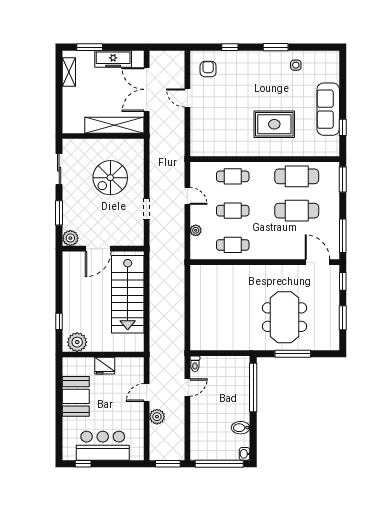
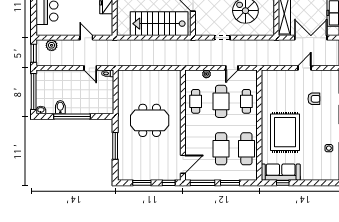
armchair: (208, 69) -> (314, 99), moved
sofa: (328, 109) -> (281, 172), moved
rug: (274, 124) -> (285, 132), width x1.37, depth x1.44
window: (343, 179) -> (230, 183), moved
cafe table: (233, 211) -> (221, 101), width x1.37, depth x1.35
meeting table: (284, 317) -> (150, 120), moved
window: (253, 388) -> (72, 117), moved
plant: (157, 417) -> (52, 45), moved

